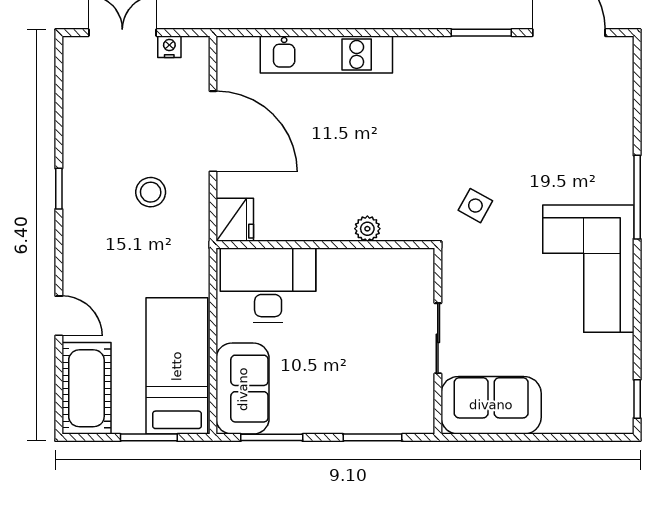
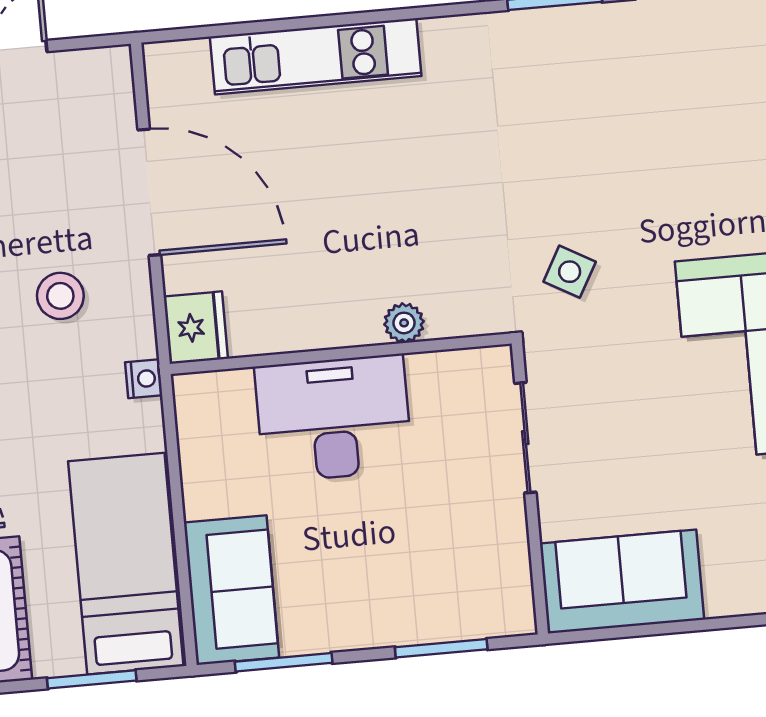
nightstand: (169, 47) -> (144, 379), moved, turned 90
desk: (268, 285) -> (333, 418), moved
sliding door: (438, 338) -> (525, 438), moved

